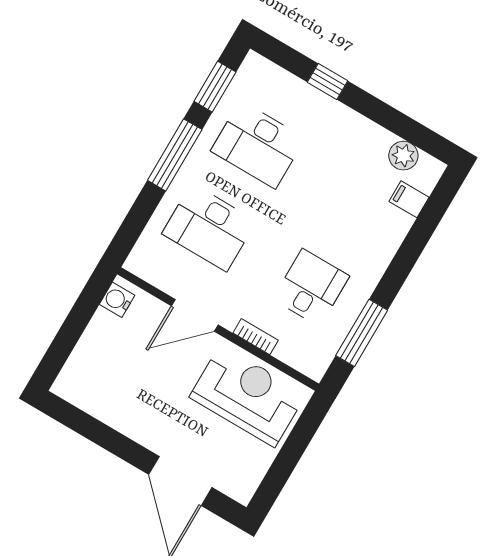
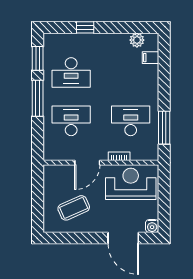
desk: (209, 228) -> (71, 121), turned 180
desk: (311, 288) -> (131, 121), width x1.37
water cooler: (117, 300) -> (152, 226), moved, turned -90
coffee table: (126, 379) -> (74, 208), added

